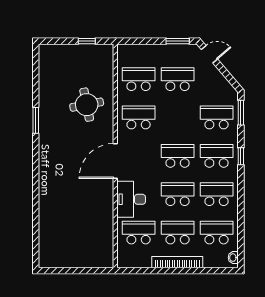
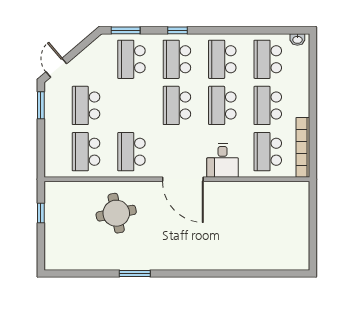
desk: (131, 199) -> (223, 160), width x0.73
bookcase: (177, 262) -> (303, 147), moved

